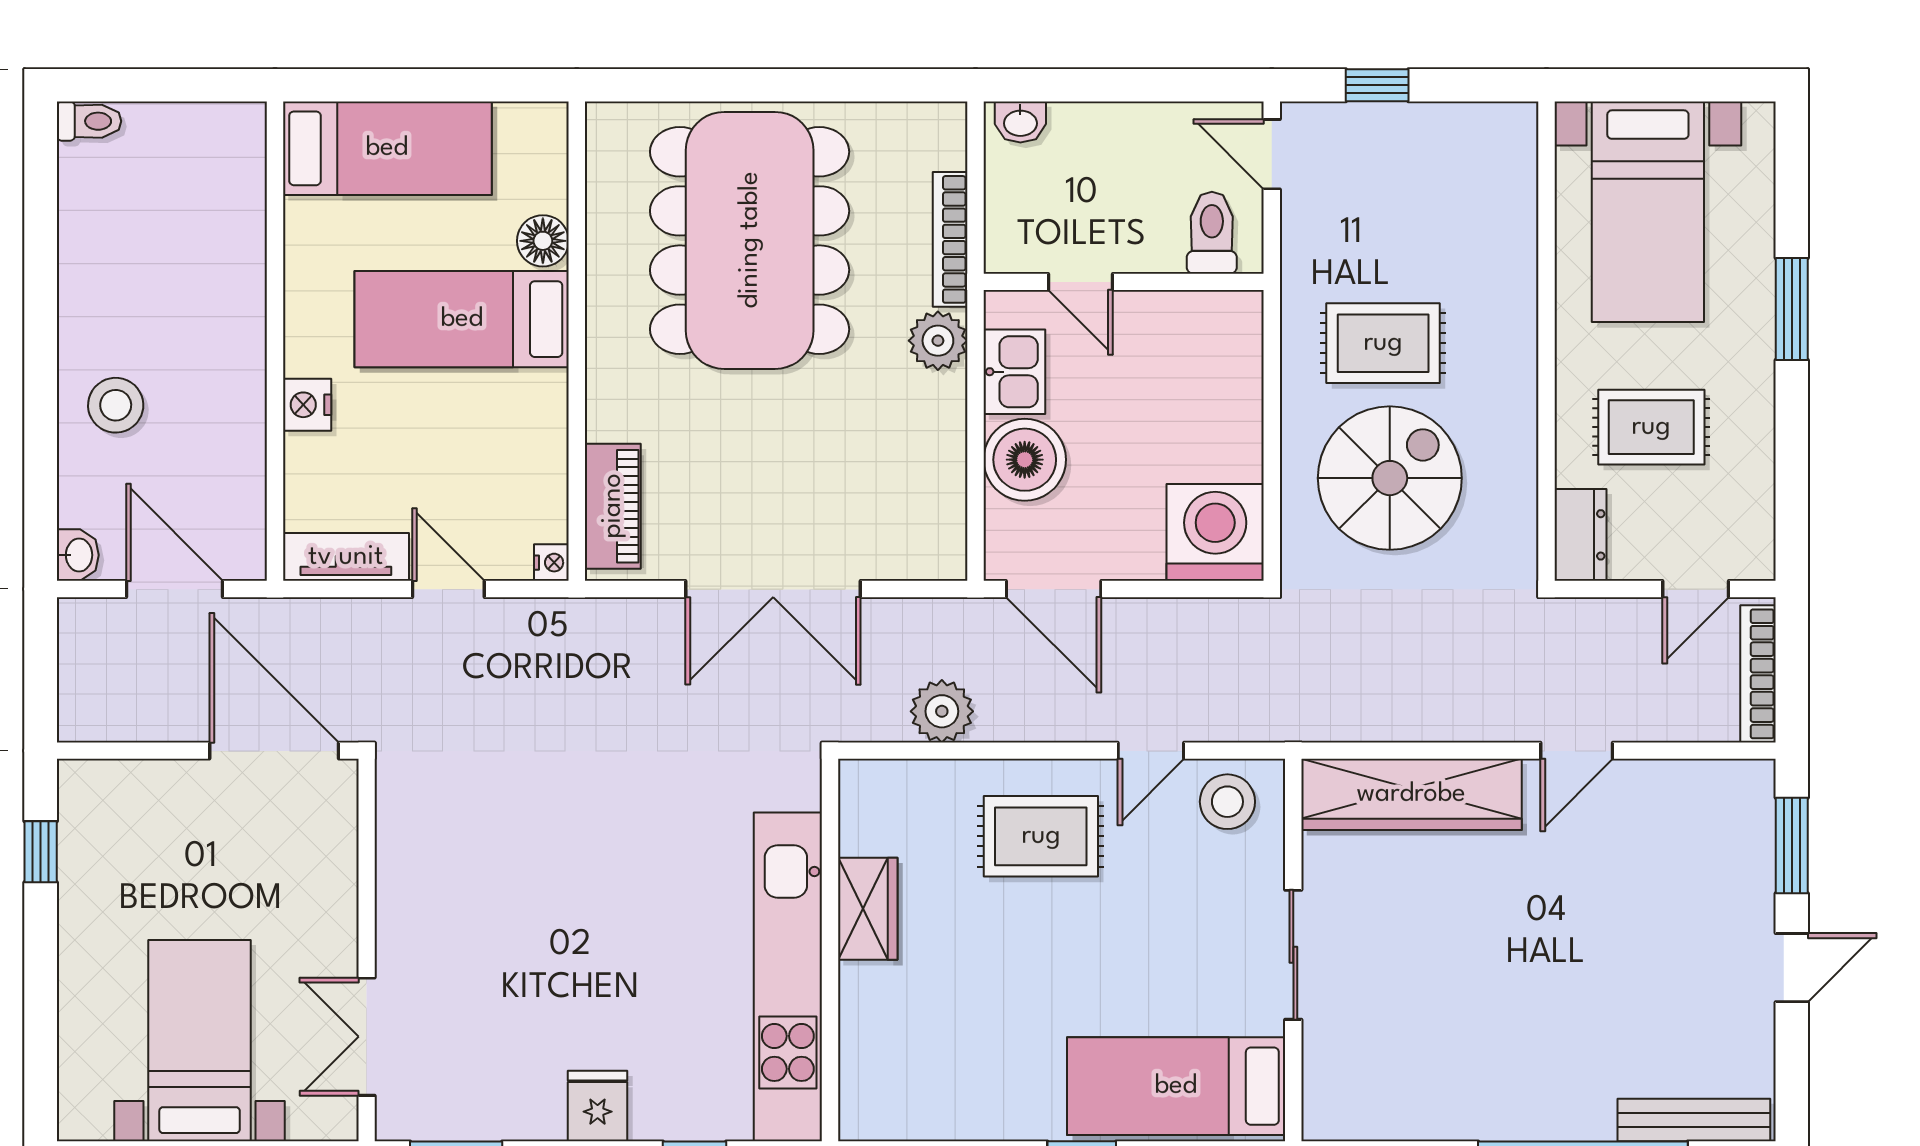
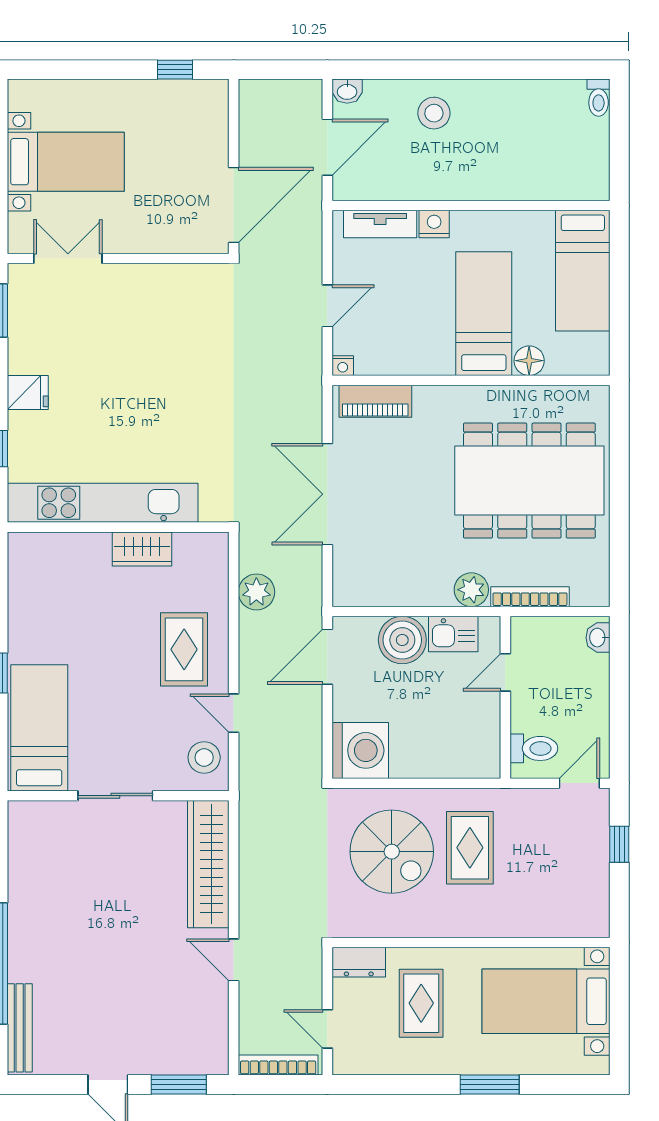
tv unit: (346, 557) -> (380, 224), moved, turned 90

